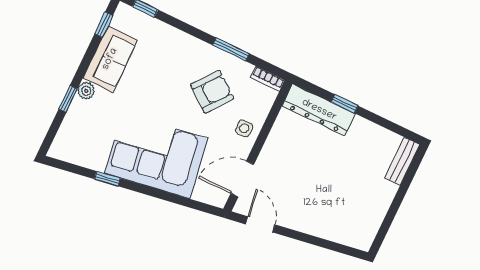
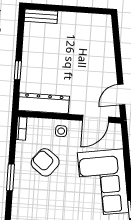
window: (231, 49) -> (11, 177), moved
dresser: (319, 110) -> (44, 103), moved, turned -90
door: (242, 179) -> (96, 119), hinge flipped

